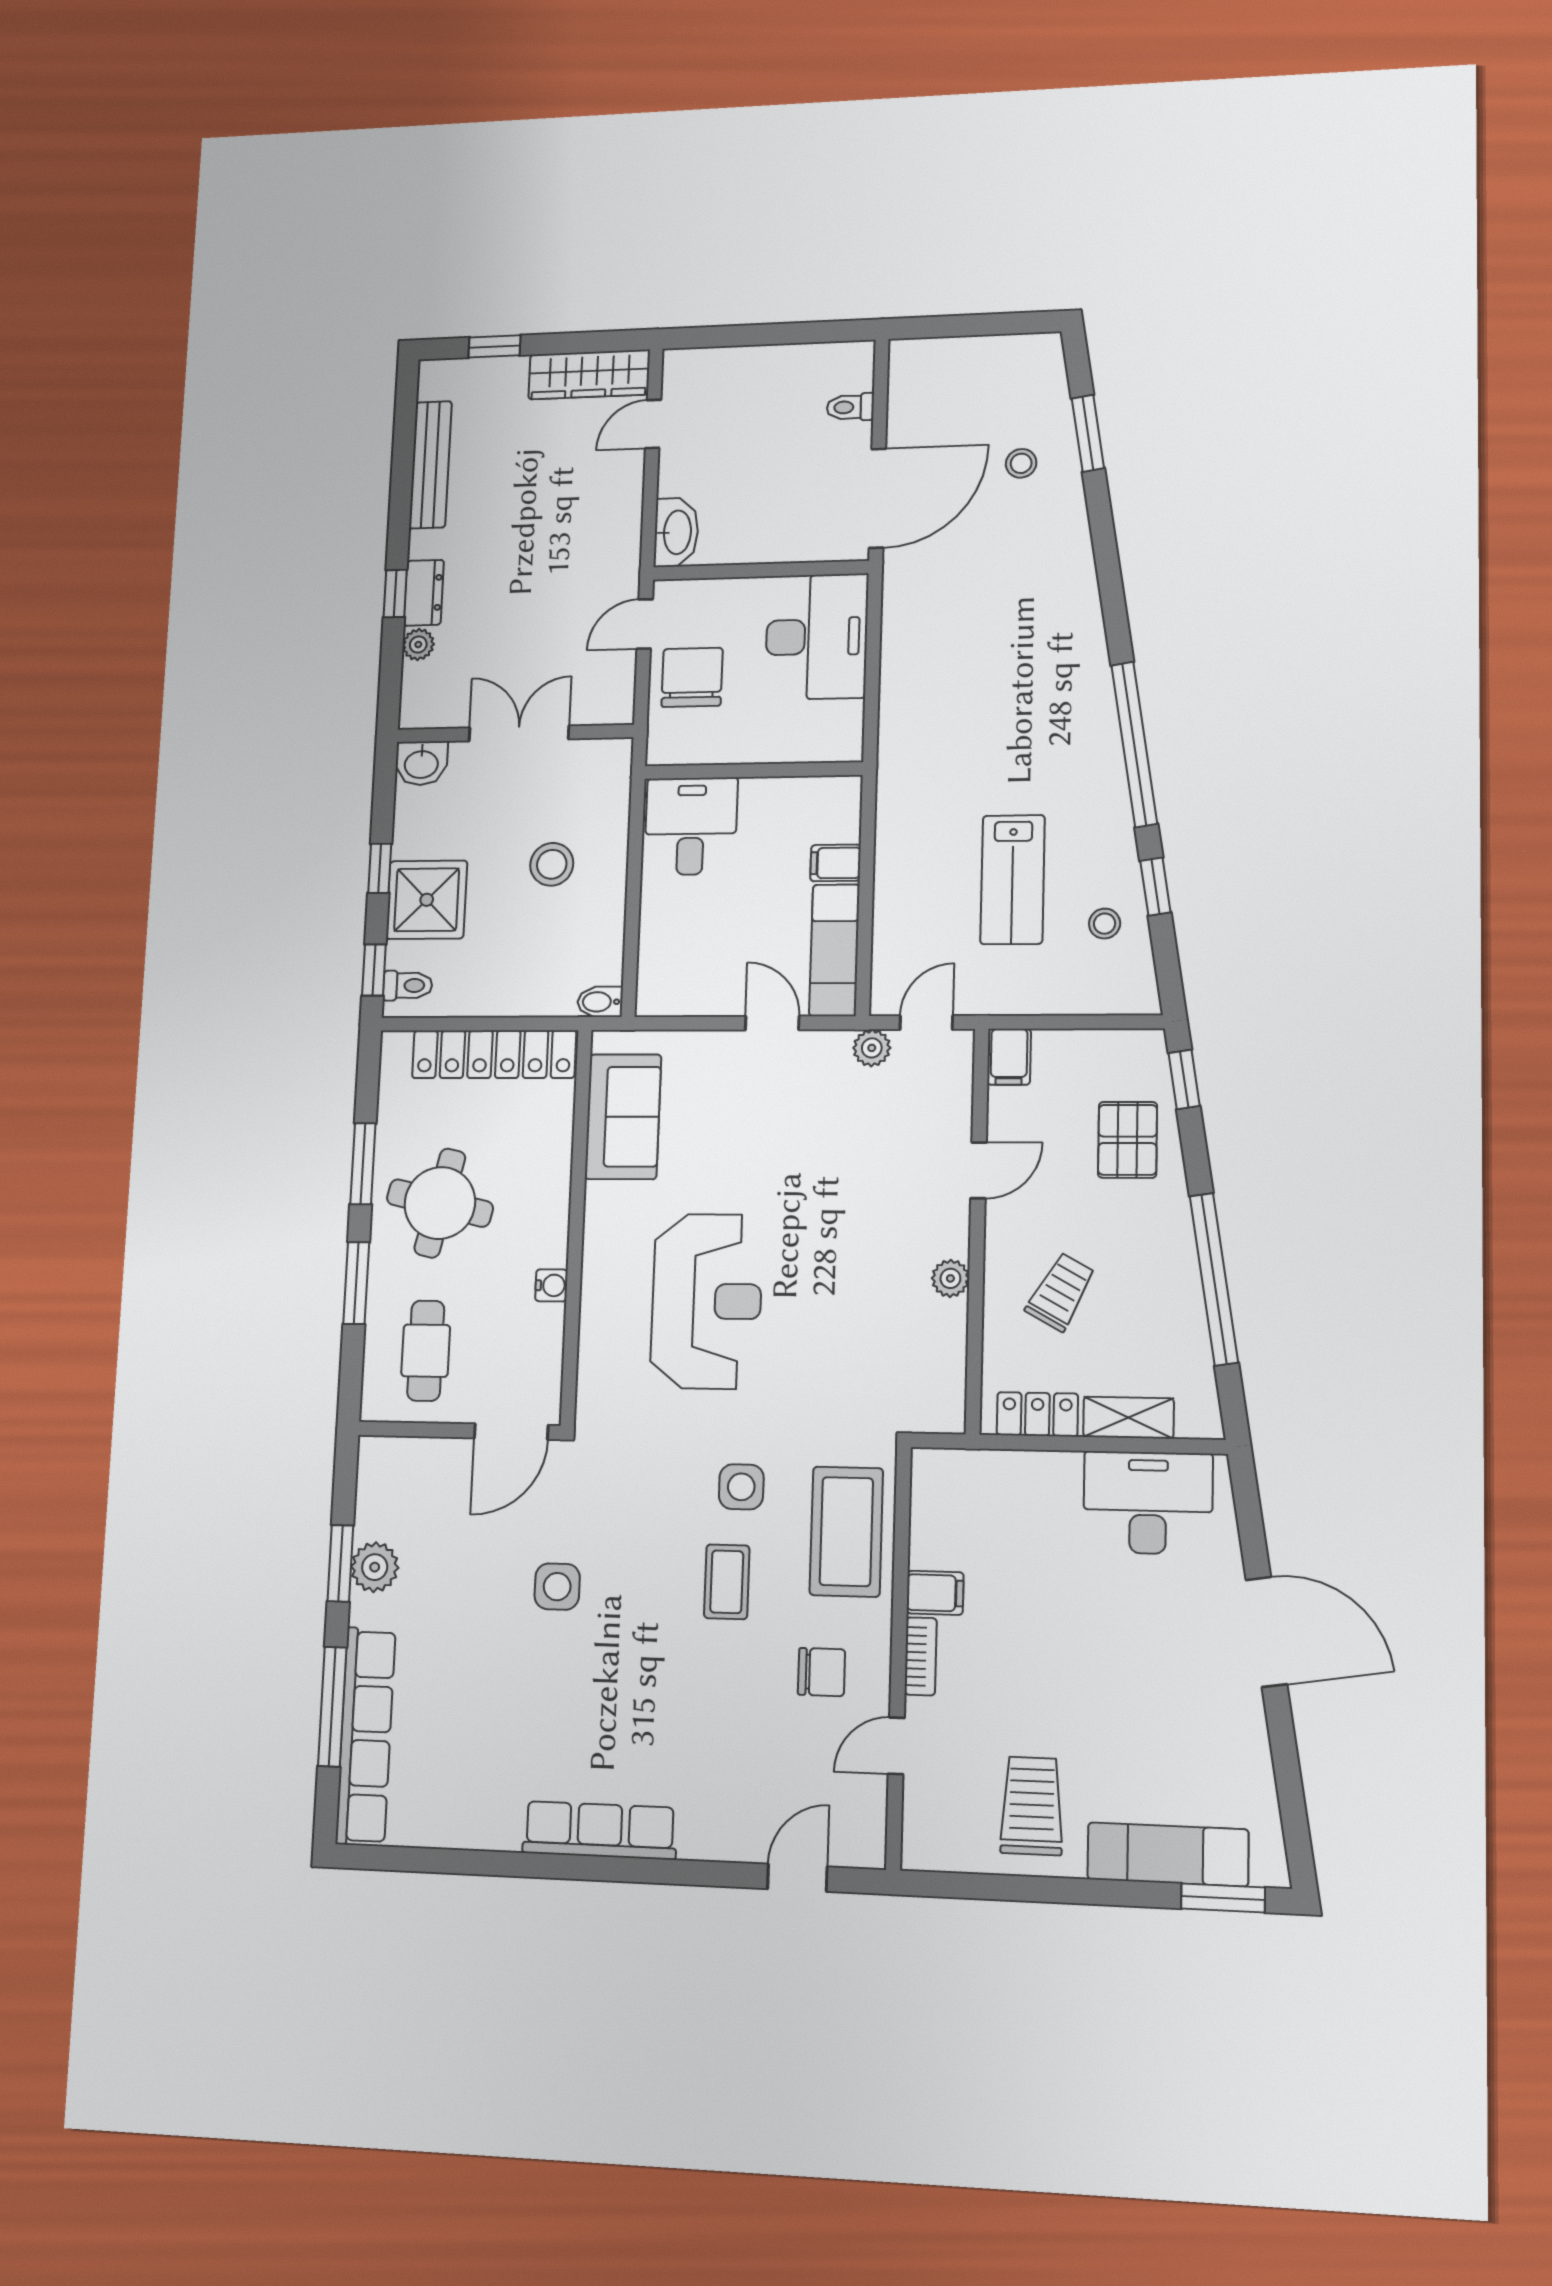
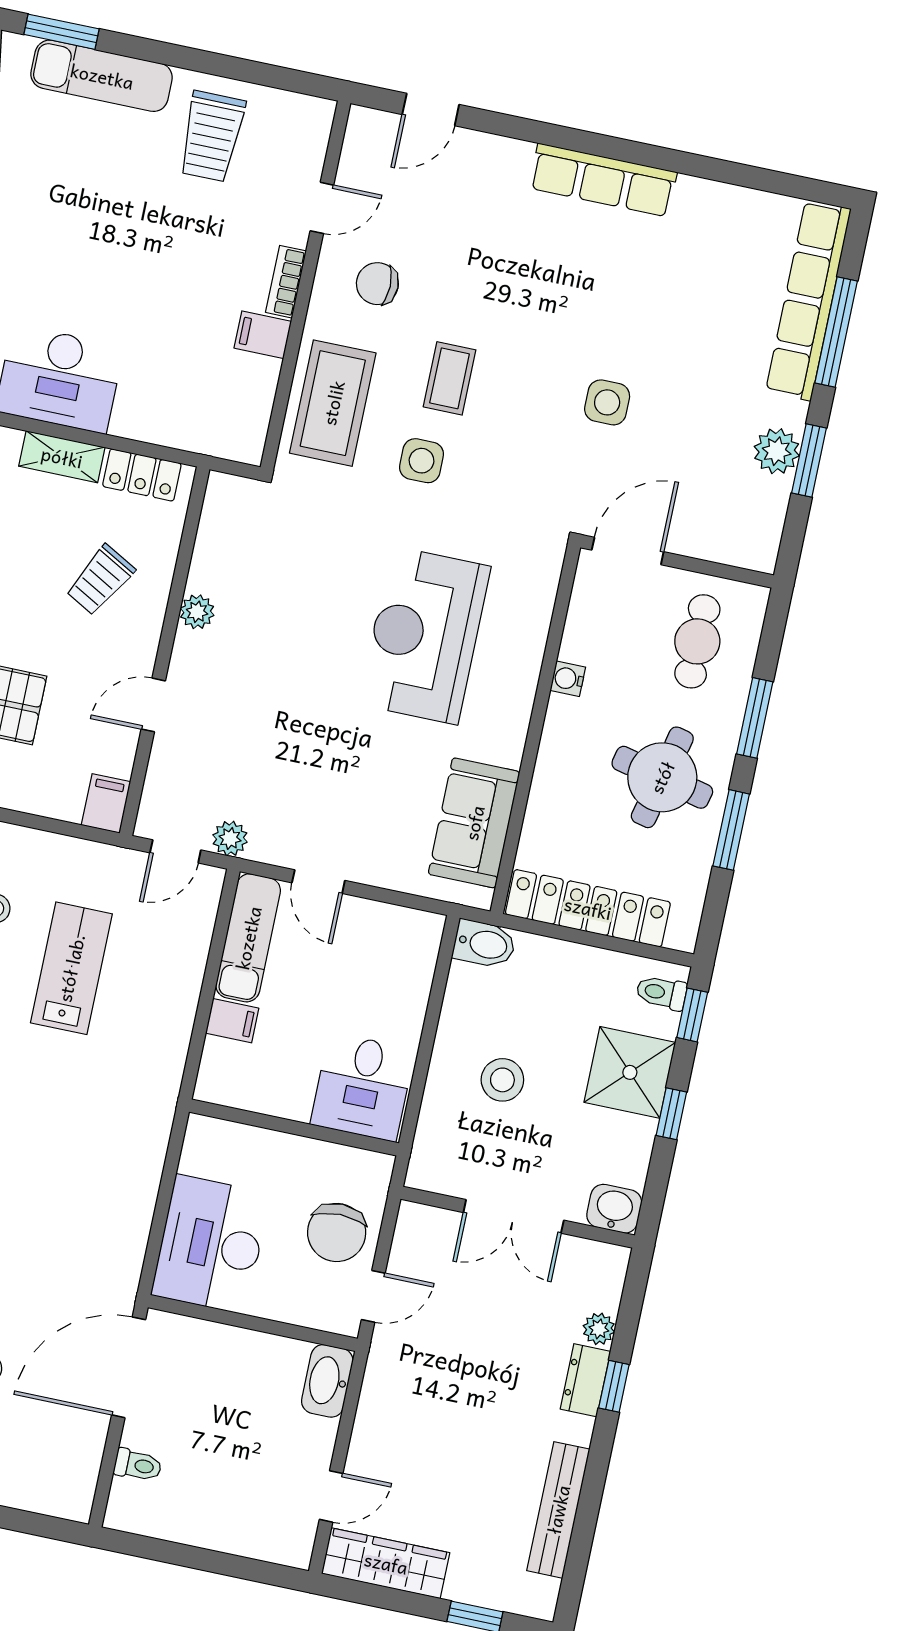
bidet: (600, 1002) -> (484, 944), width x1.38, depth x1.36

